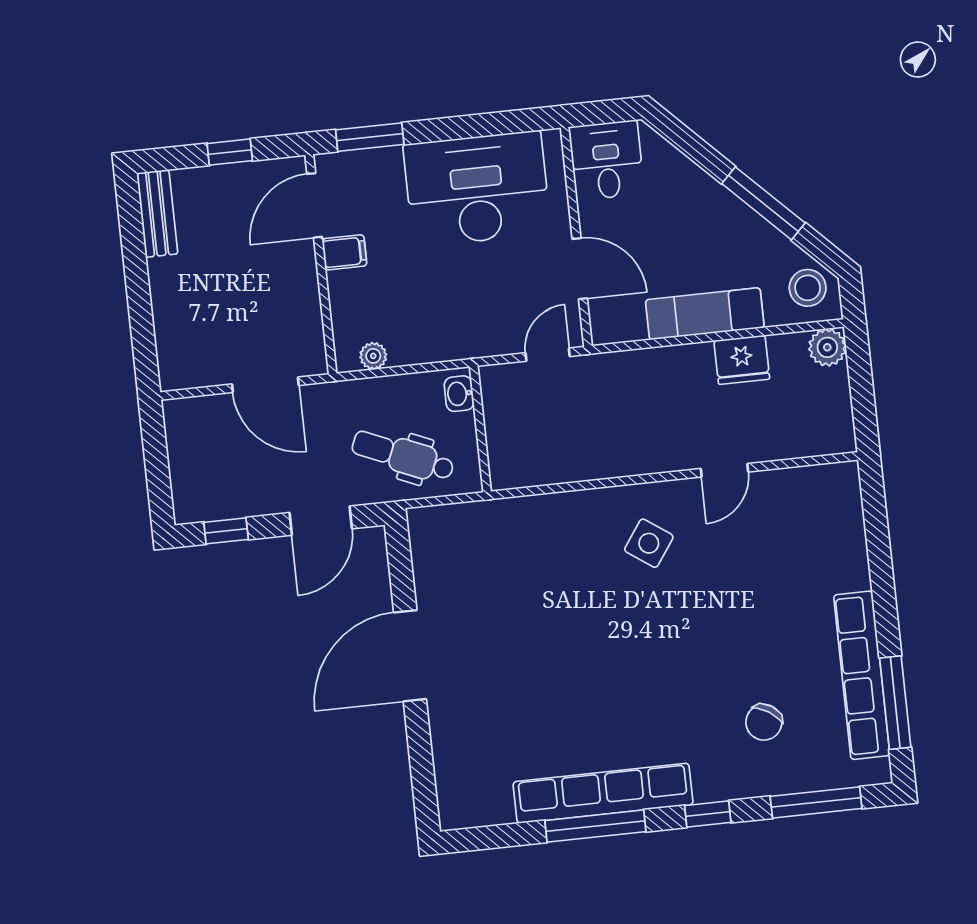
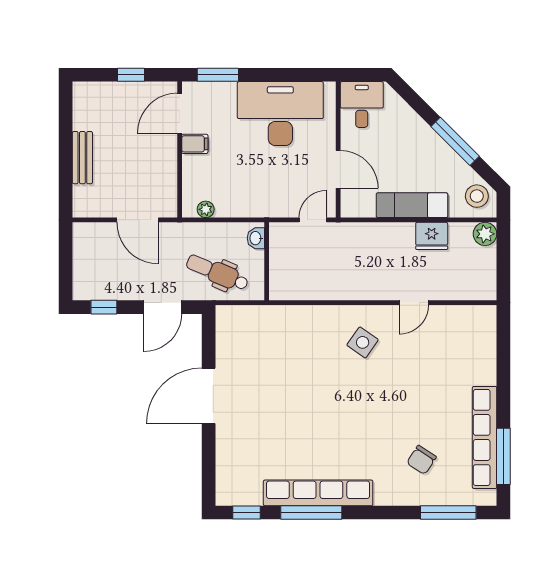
bench: (157, 213) -> (82, 158), moved
window: (708, 814) -> (247, 513), moved

